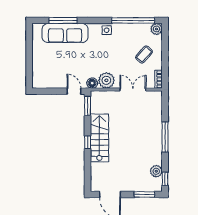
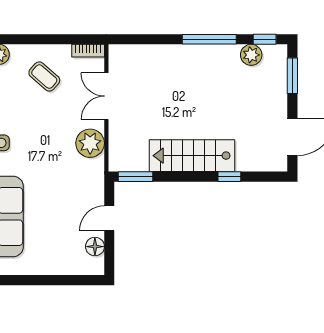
floor lamp: (92, 83) -> (95, 247), moved
door: (74, 91) -> (109, 218), moved
window: (165, 137) -> (209, 39), moved
window: (88, 142) -> (229, 177), moved

